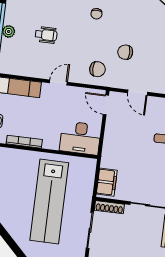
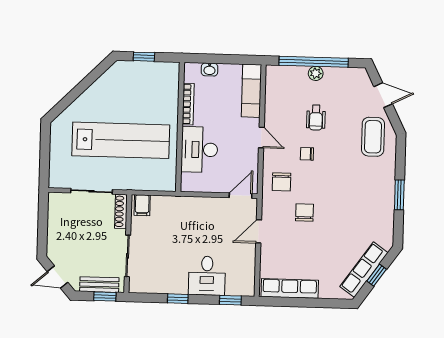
chair: (96, 14) -> (307, 154), moved
desk: (80, 138) -> (199, 150), moved
filing cabinet: (107, 182) -> (142, 205), width x0.50
lab bench: (49, 201) -> (121, 140), turned 180

